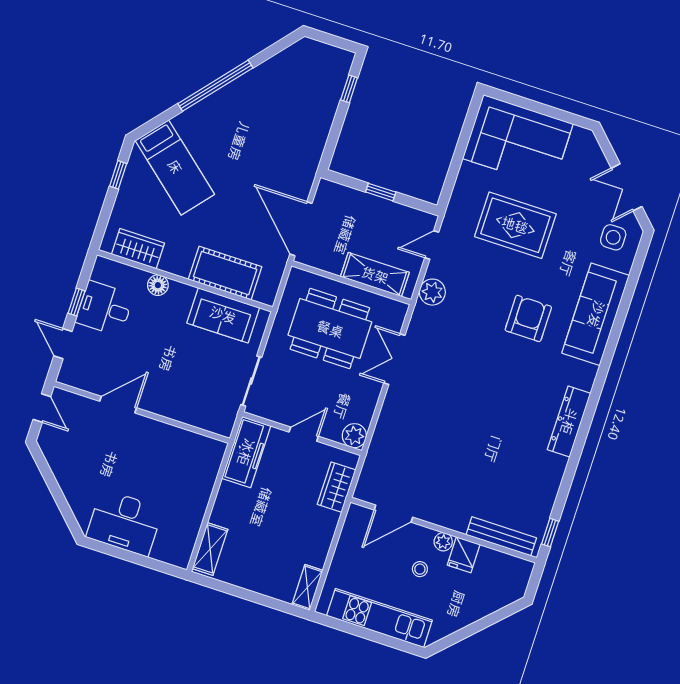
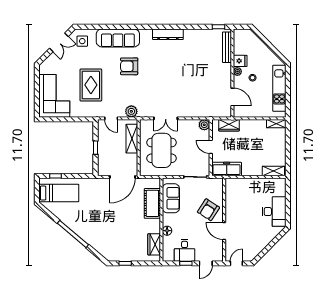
bed: (175, 167) -> (59, 193), moved, turned 50
armchair: (173, 386) -> (208, 210), added

